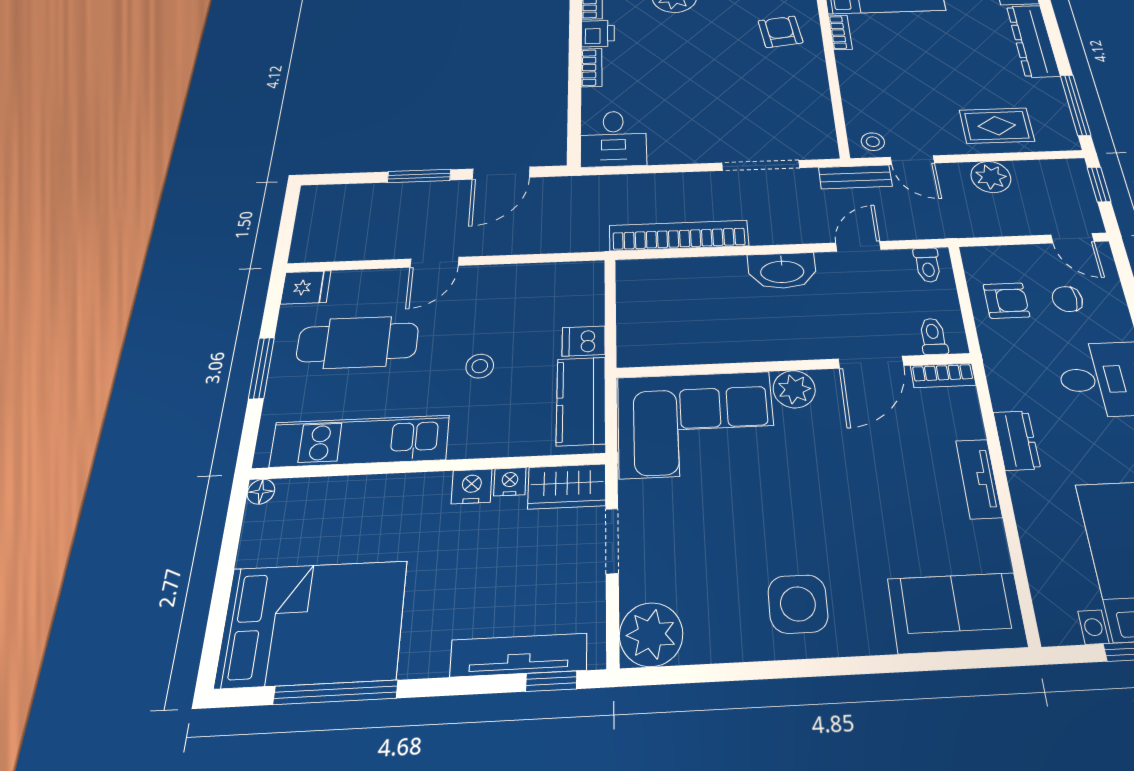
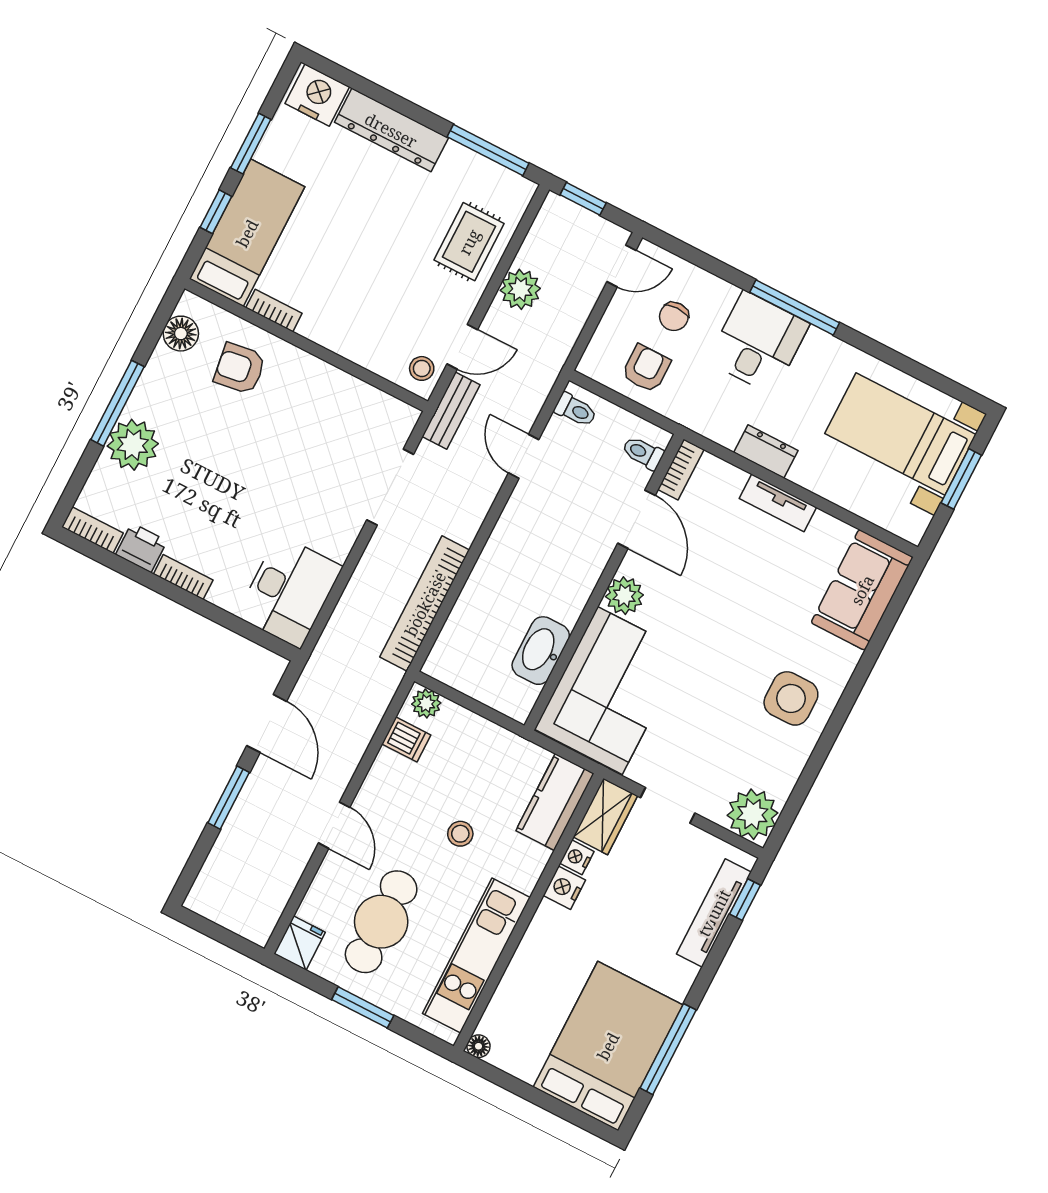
desk: (613, 139) -> (289, 591), width x1.37
washbasin: (782, 271) -> (541, 651), moved, turned 180
plant: (589, 279) -> (426, 704), added
dishwasher: (584, 341) -> (406, 739), moved, turned -90
kitchen counter: (581, 401) -> (555, 802), moved, turned 90

